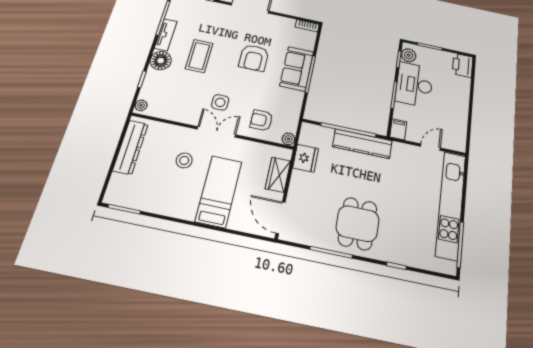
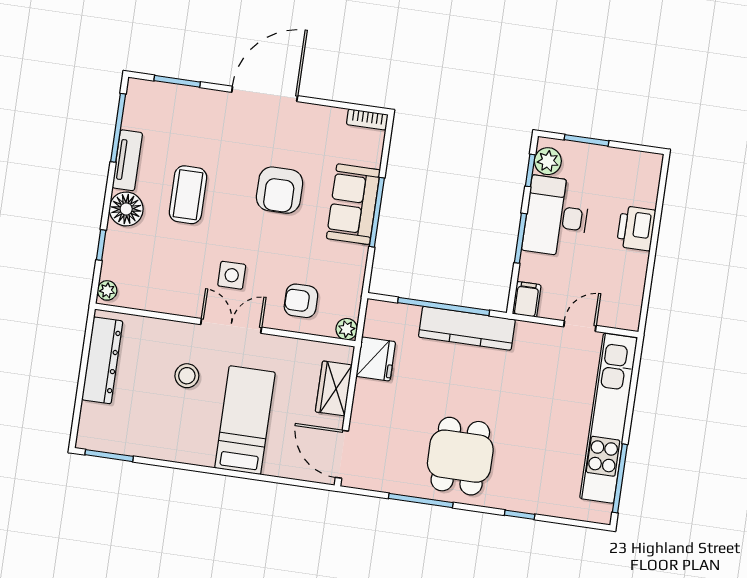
printer: (463, 65) -> (636, 228), moved

